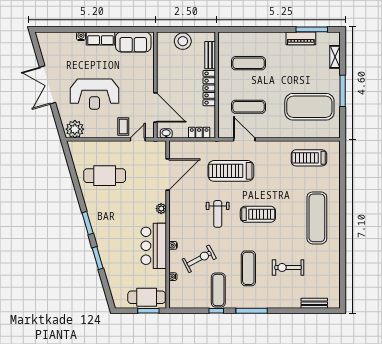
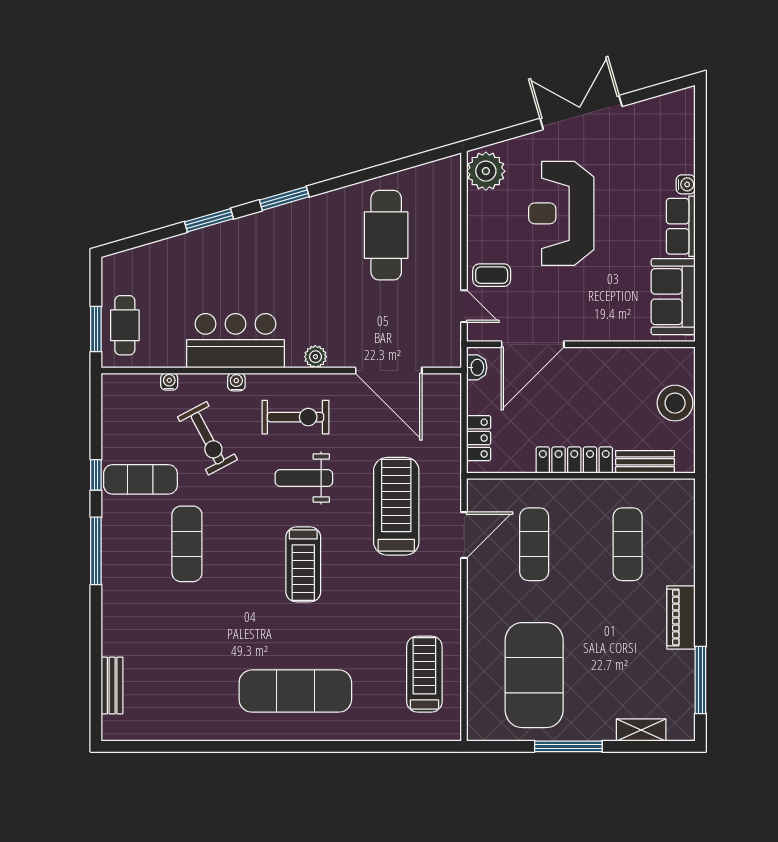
piano: (301, 38) -> (681, 617), moved
exercise bike: (288, 267) -> (295, 417), moved, turned 90
exercise mat: (248, 268) -> (187, 544), turned 90
cafe table: (147, 297) -> (125, 325), width x0.73, depth x0.74

